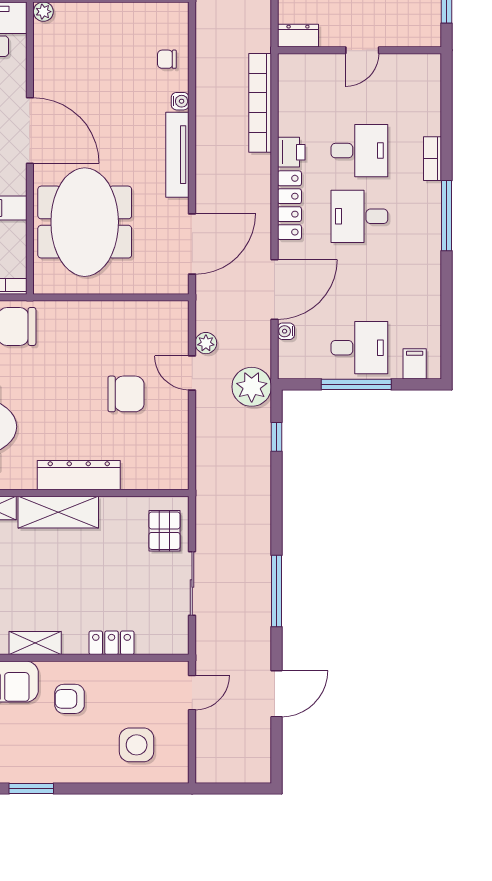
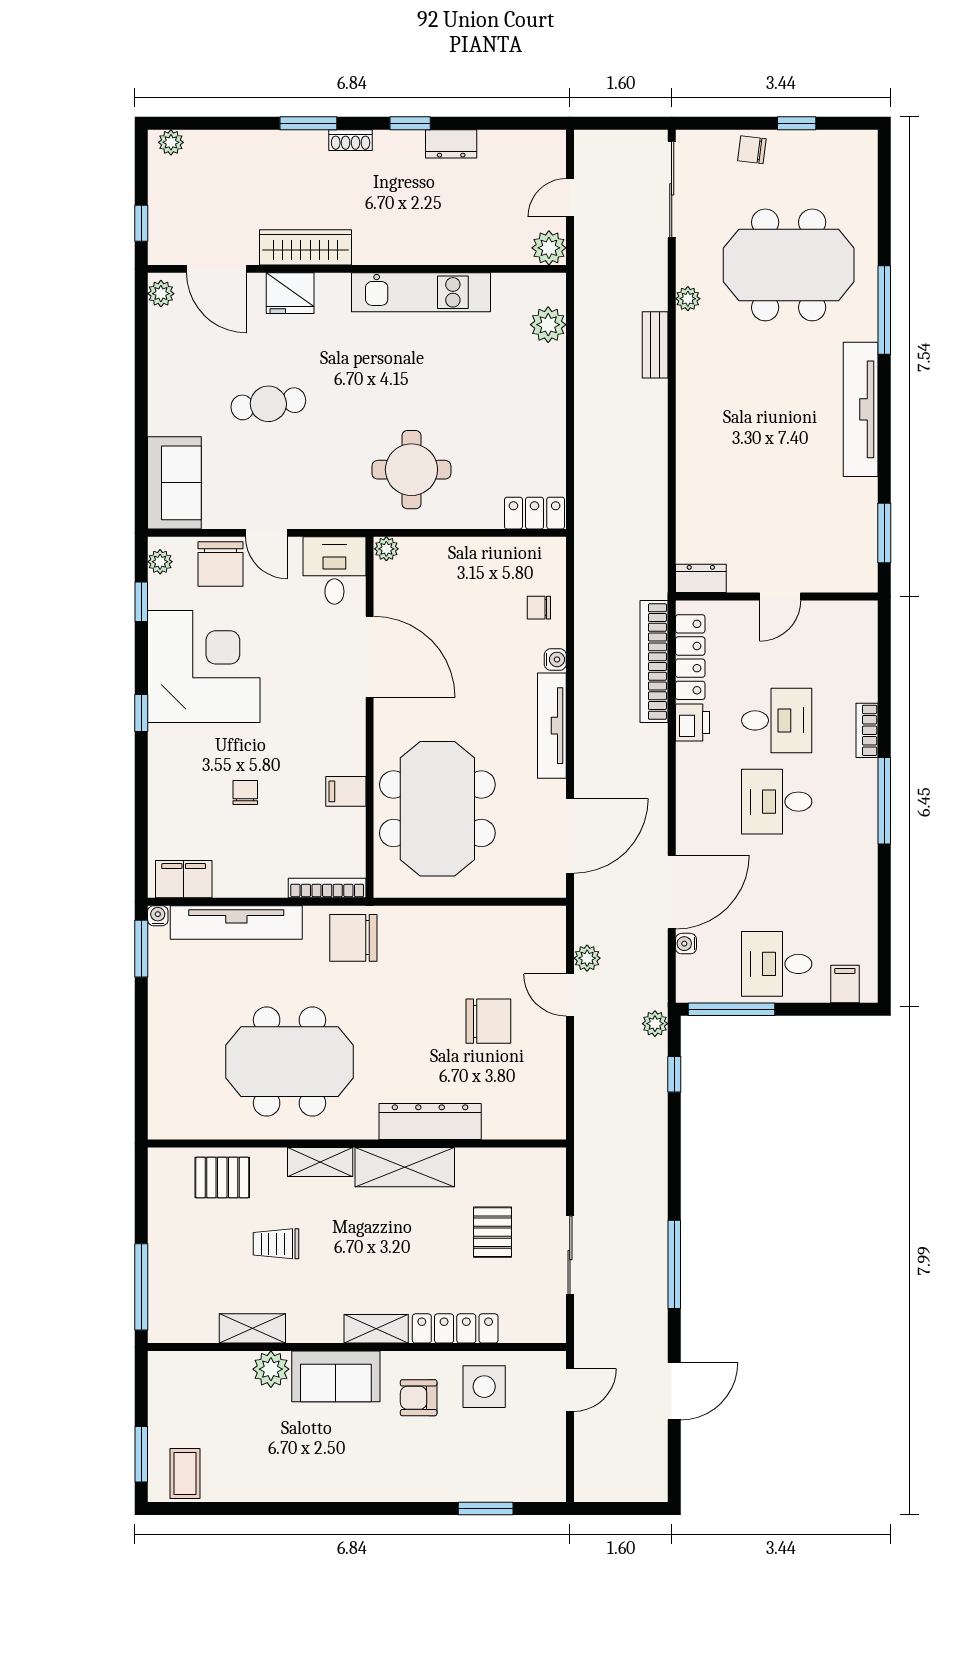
door: (30, 131) -> (370, 657), moved
locker: (289, 205) -> (690, 657), moved
desk: (359, 348) -> (777, 964), turned 180
window: (356, 384) -> (731, 1009), moved
plant: (252, 387) -> (655, 1024), width x0.53, depth x0.53
pallet: (165, 531) -> (492, 1232), moved
locker: (112, 643) -> (455, 1328), width x1.53
side table: (137, 745) -> (484, 1387), moved
window: (31, 789) -> (486, 1509), moved

